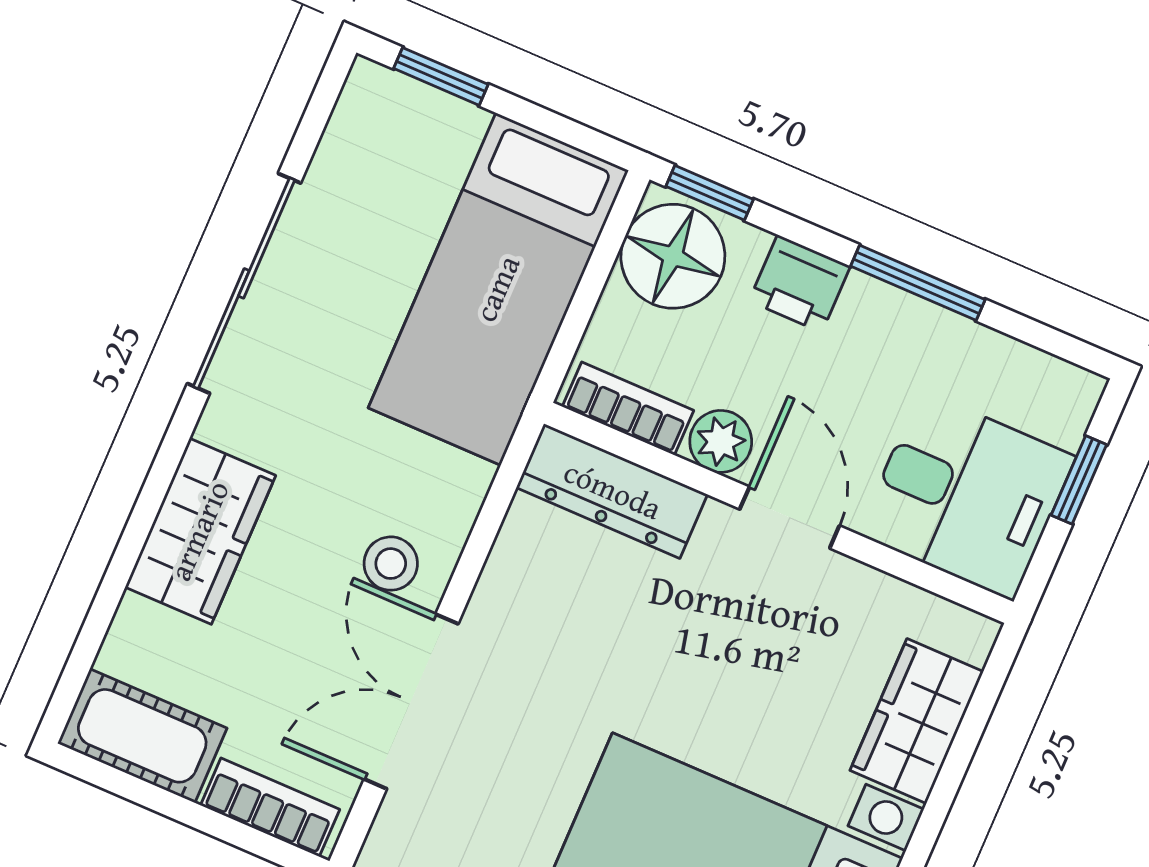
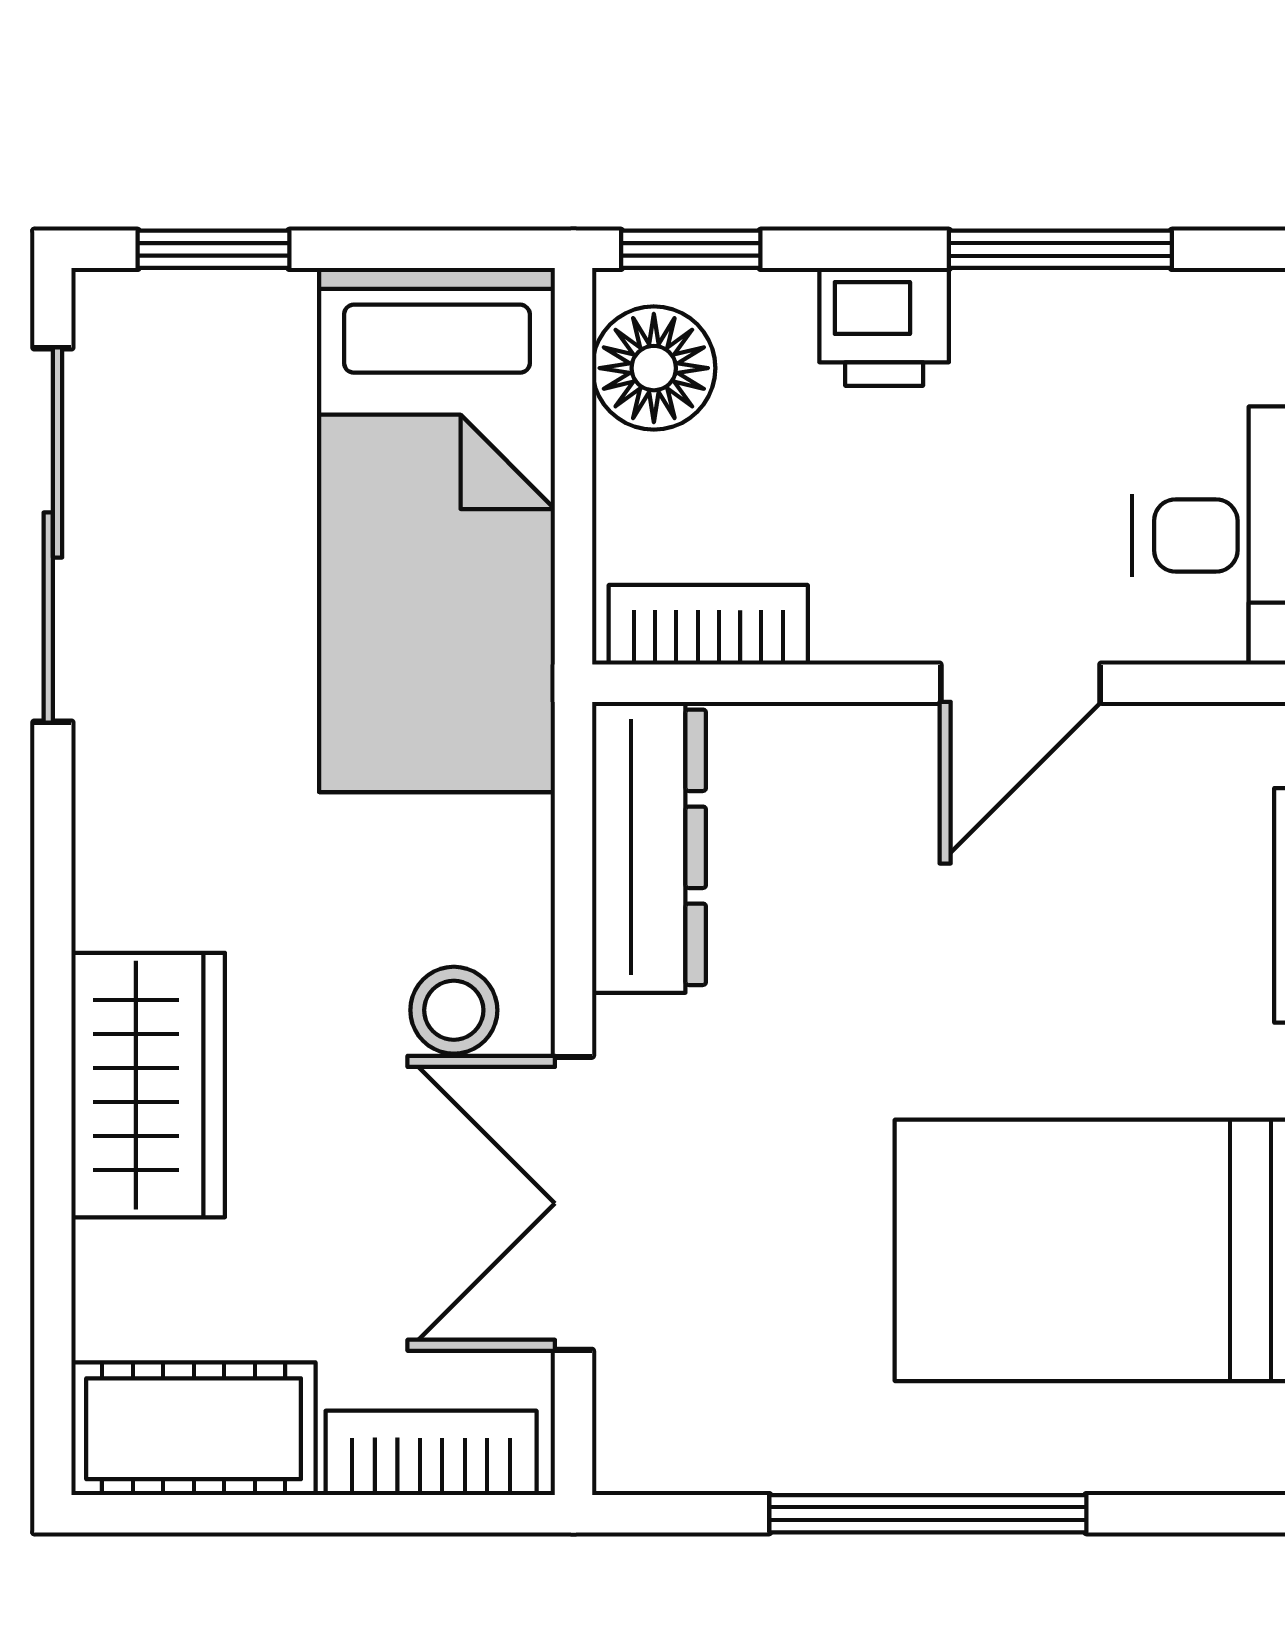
floor lamp: (673, 256) -> (654, 368), width x0.73, depth x0.73
sliding door: (244, 283) -> (53, 535), moved
plant: (721, 441) -> (868, 614), removed
dresser: (612, 491) -> (649, 847), moved, turned -90
door: (790, 517) -> (1020, 683), swing flipped

